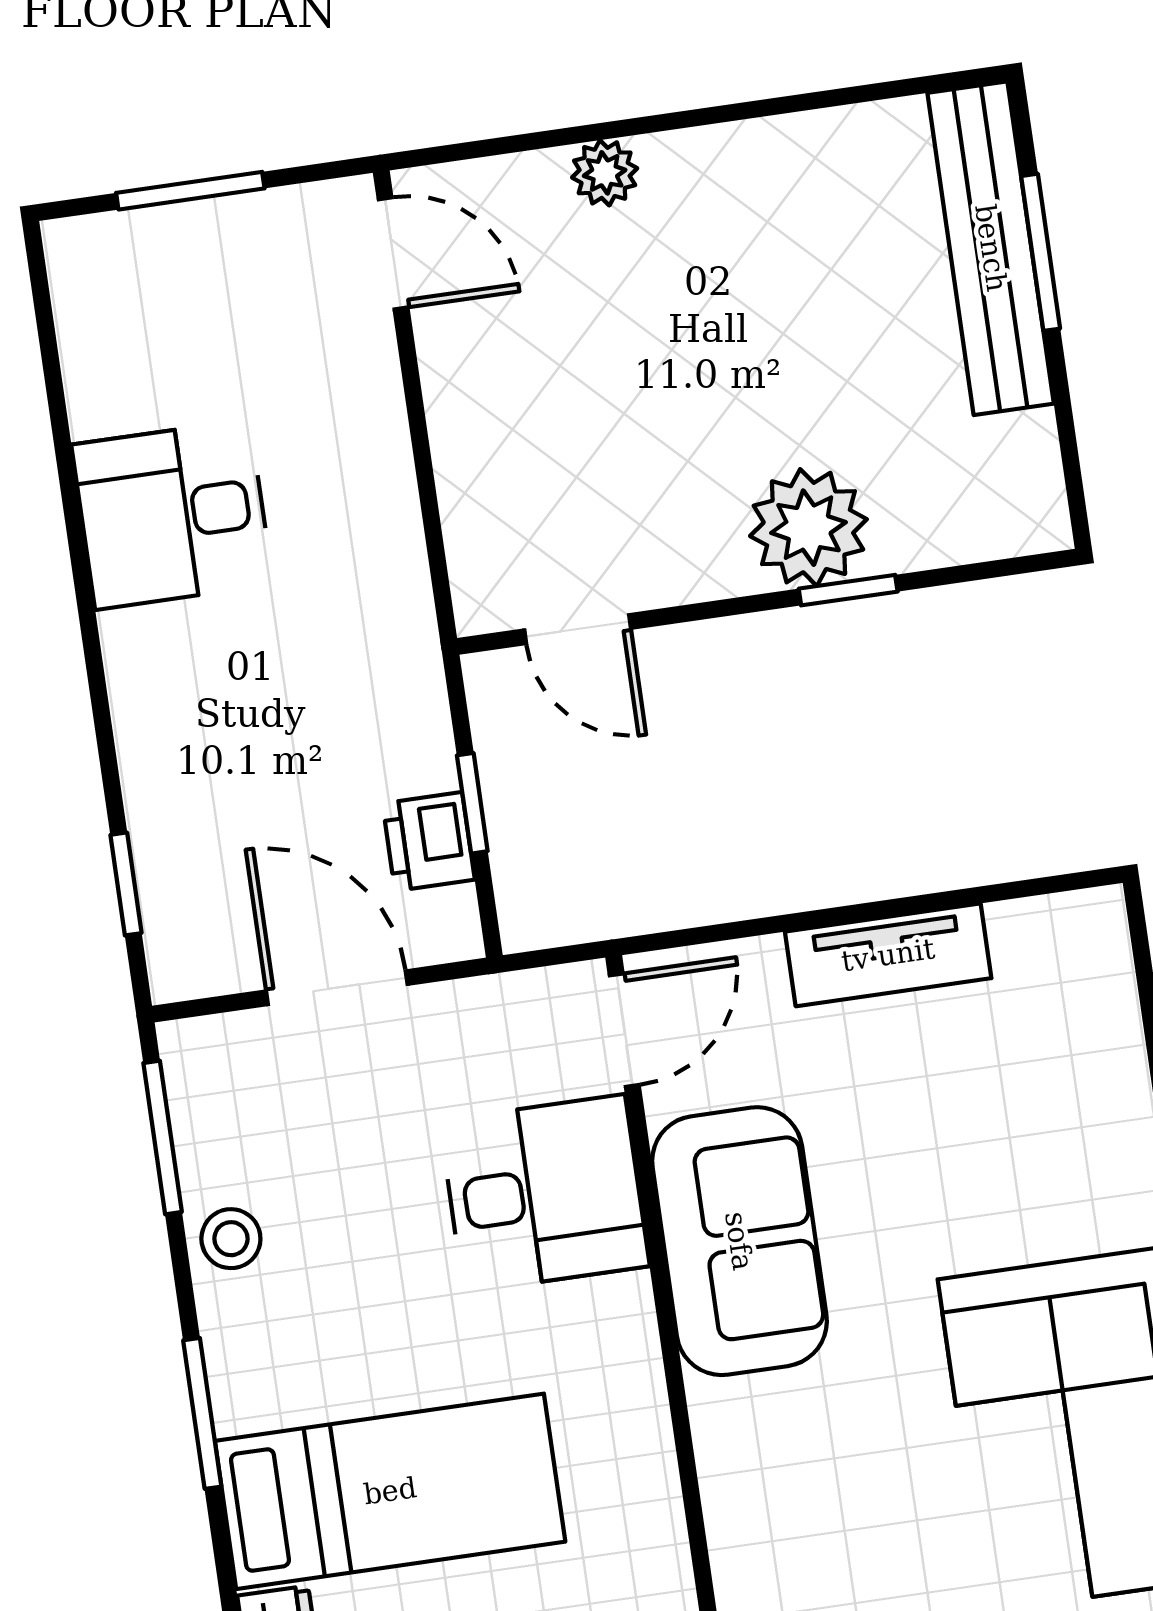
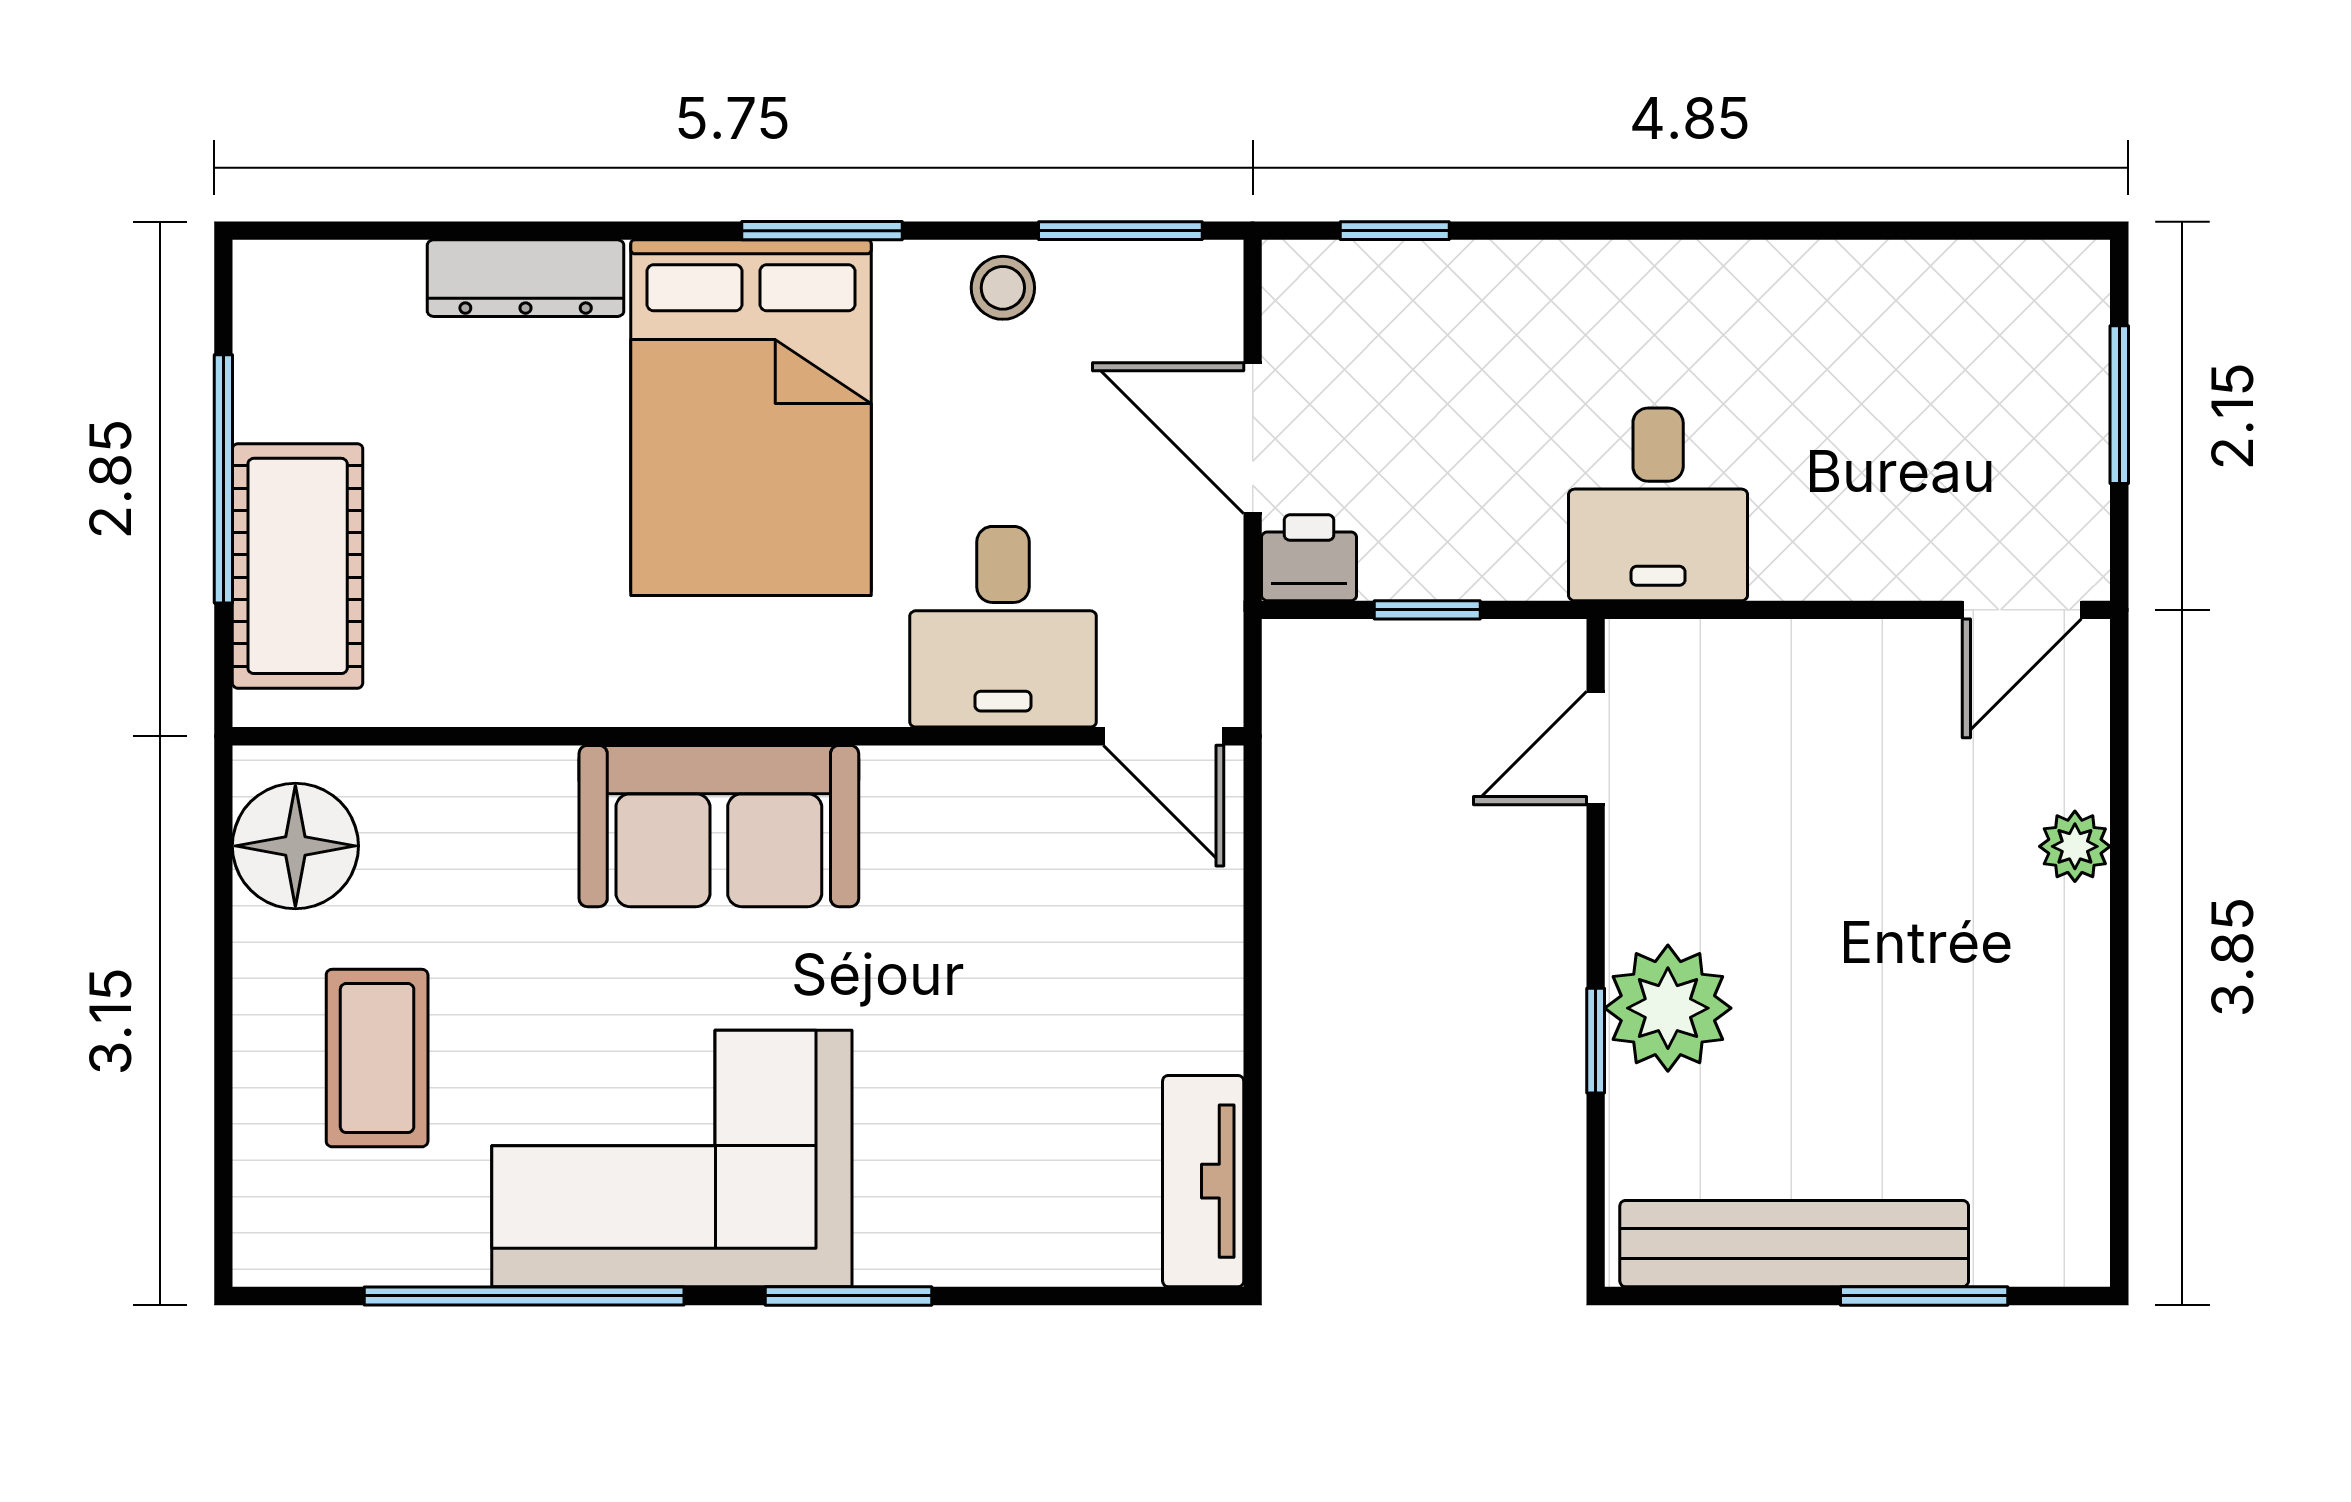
bench: (991, 248) -> (1794, 1244), moved
desk: (172, 515) -> (1658, 504), moved, turned 180
printer: (429, 842) -> (1309, 558), moved
tv unit: (888, 955) -> (1203, 1181), moved
door: (337, 988) -> (1253, 438), swing flipped
sofa: (739, 1241) -> (719, 826), moved
bed: (390, 1491) -> (751, 418), width x1.50

